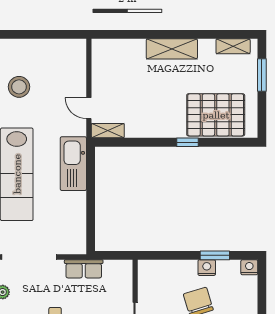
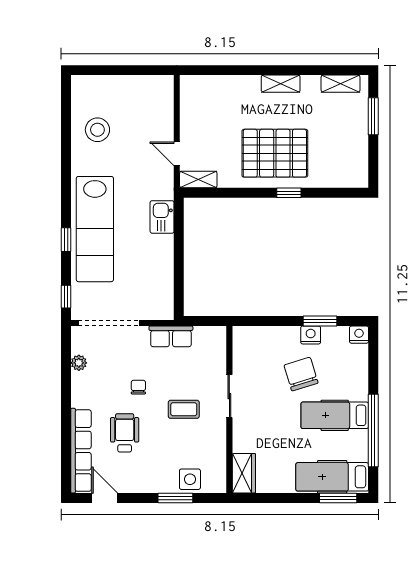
shelving: (172, 49) -> (281, 84), width x0.67, depth x0.75
pallet: (216, 115) -> (275, 153), moved
kitchen sink: (73, 164) -> (162, 217), width x0.53, depth x0.81

